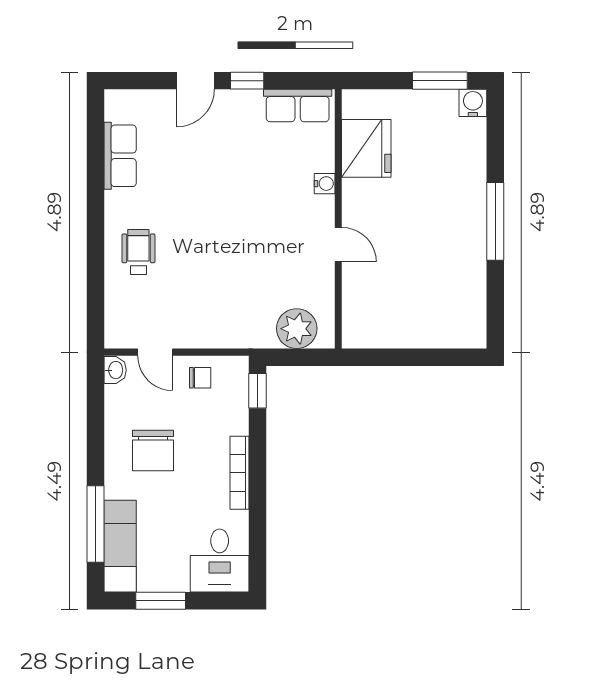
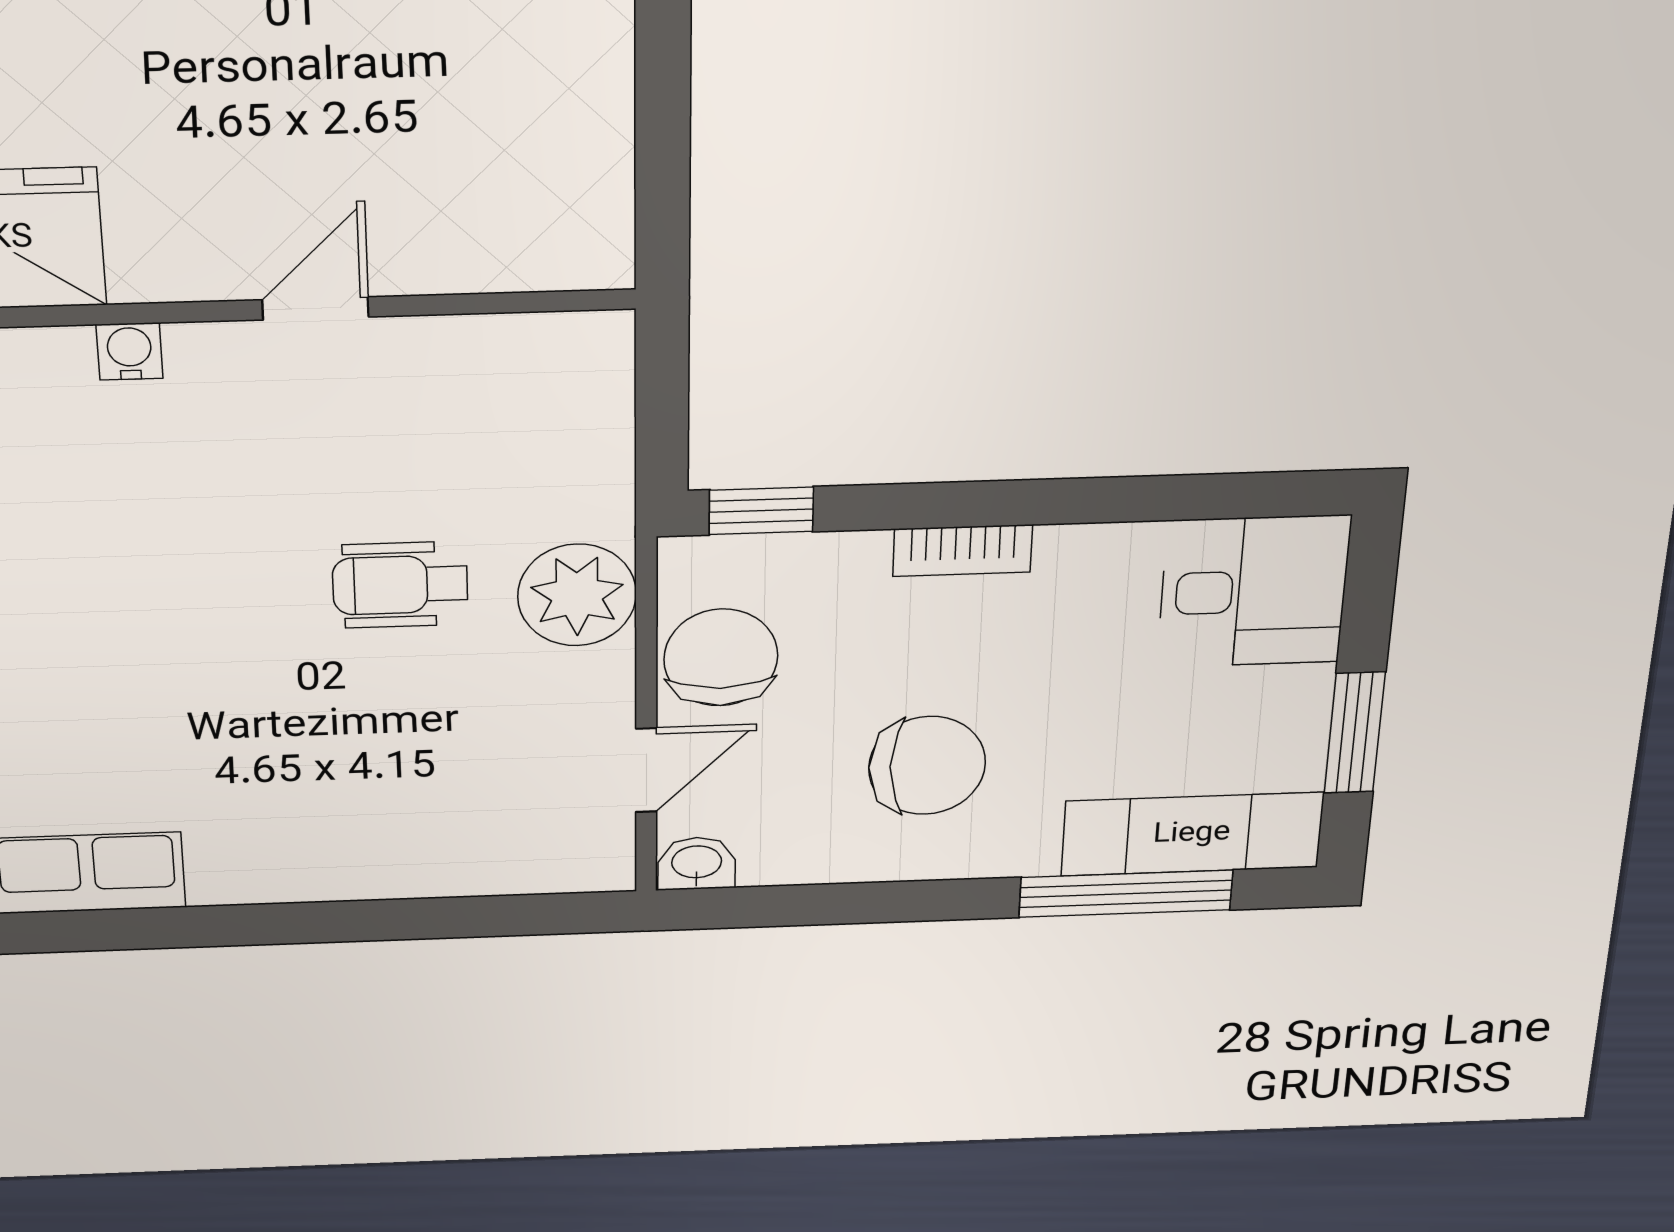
wheelchair: (138, 252) -> (400, 585), moved
plant: (297, 329) -> (577, 595), moved
chair: (200, 378) -> (721, 658), width x1.87, depth x1.87
bookcase: (240, 473) -> (963, 551), width x0.64

